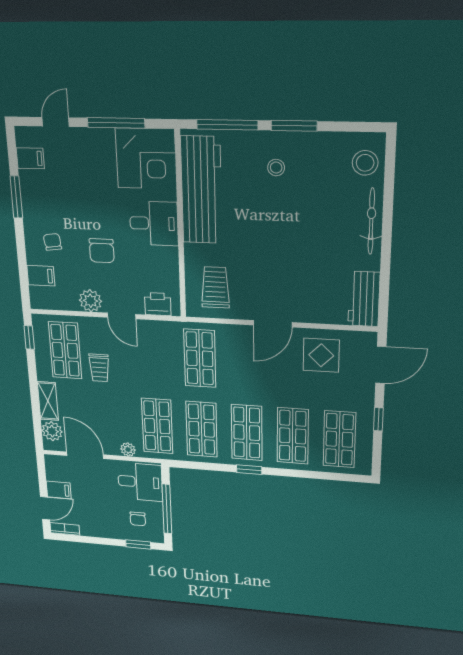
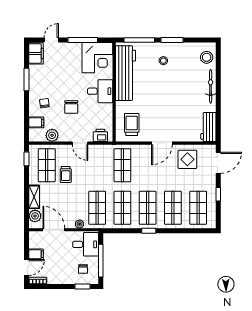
filing cabinet: (30, 158) -> (36, 53), width x2.00
plant: (90, 301) -> (52, 135), moved

